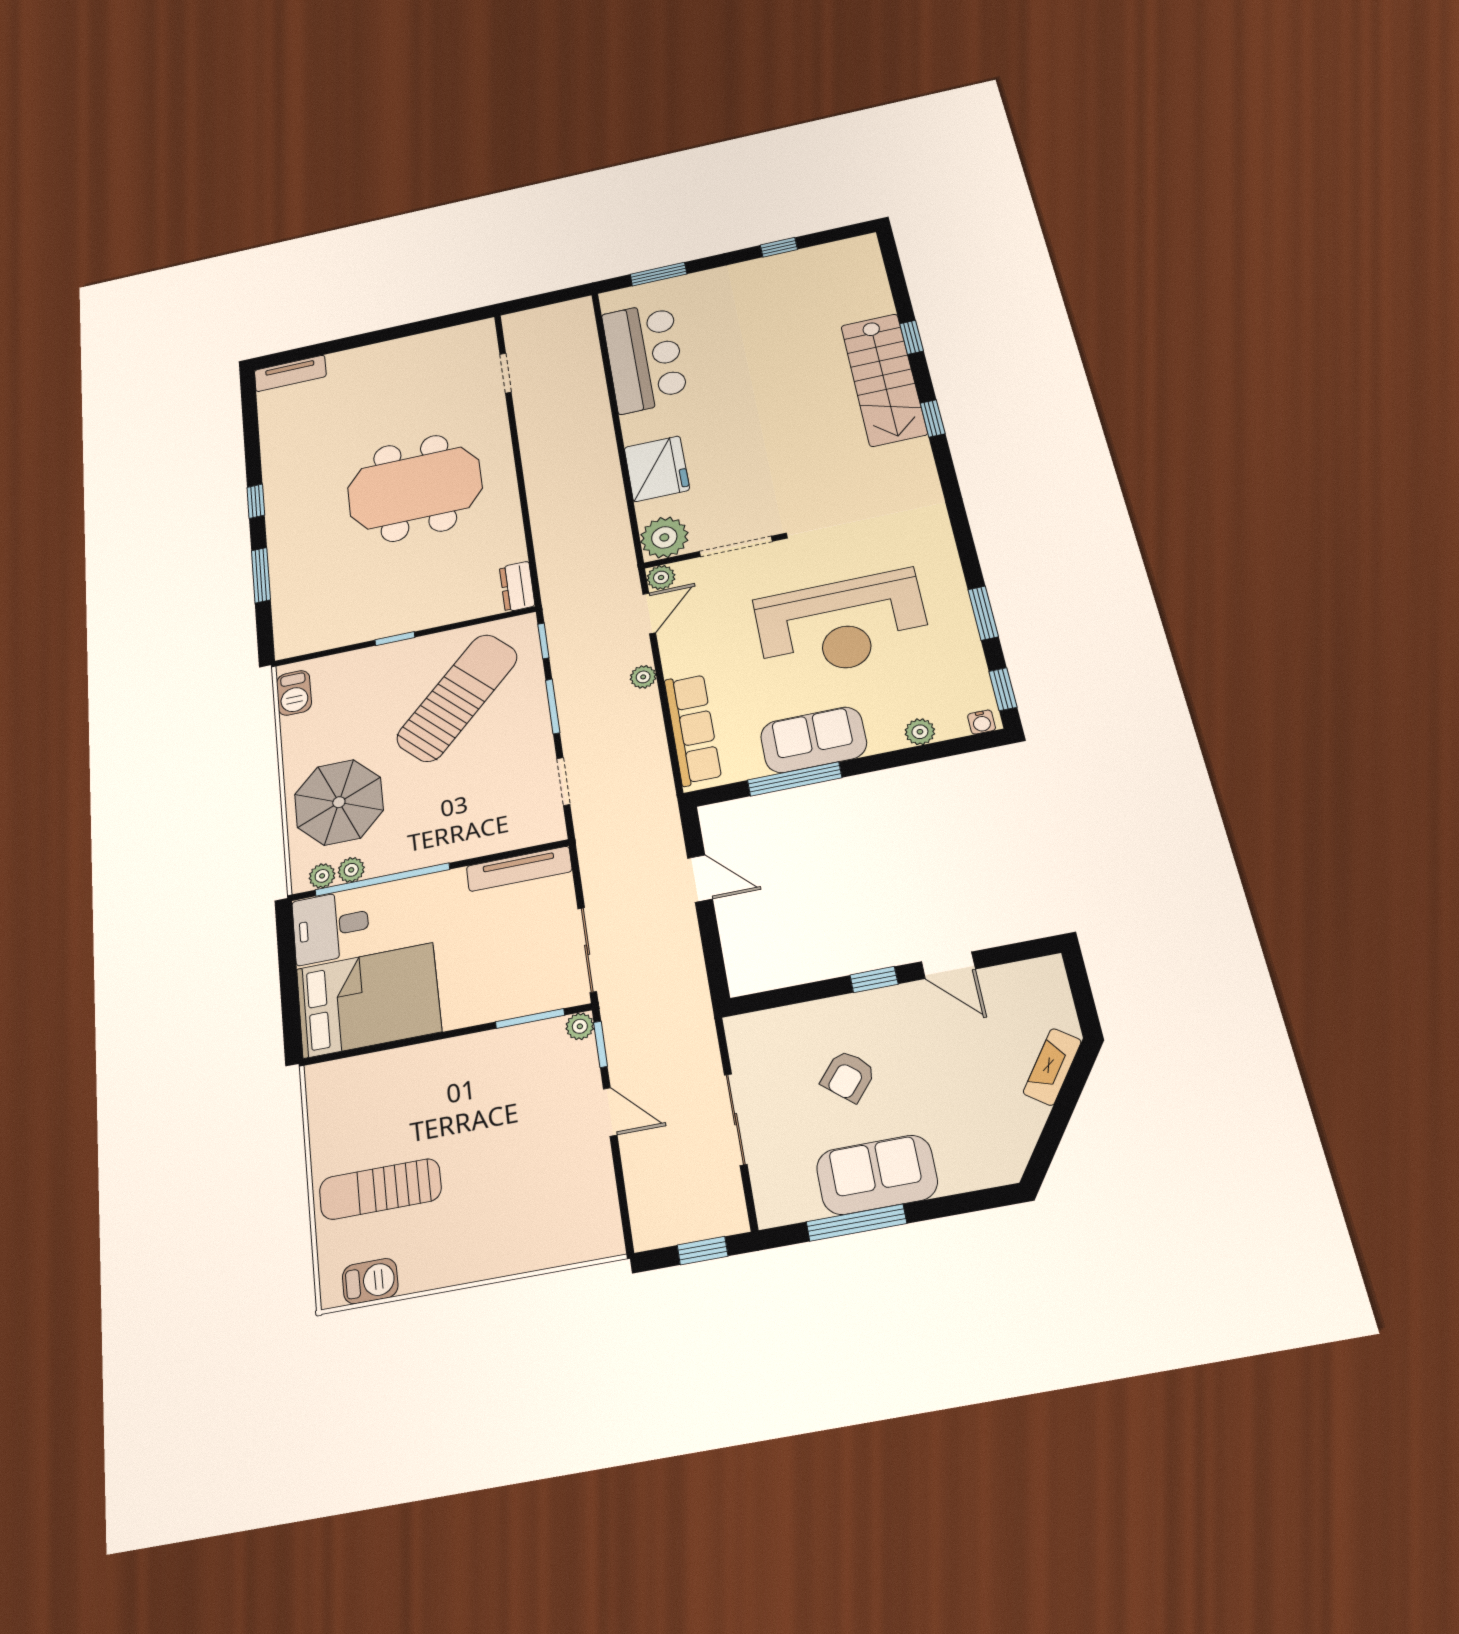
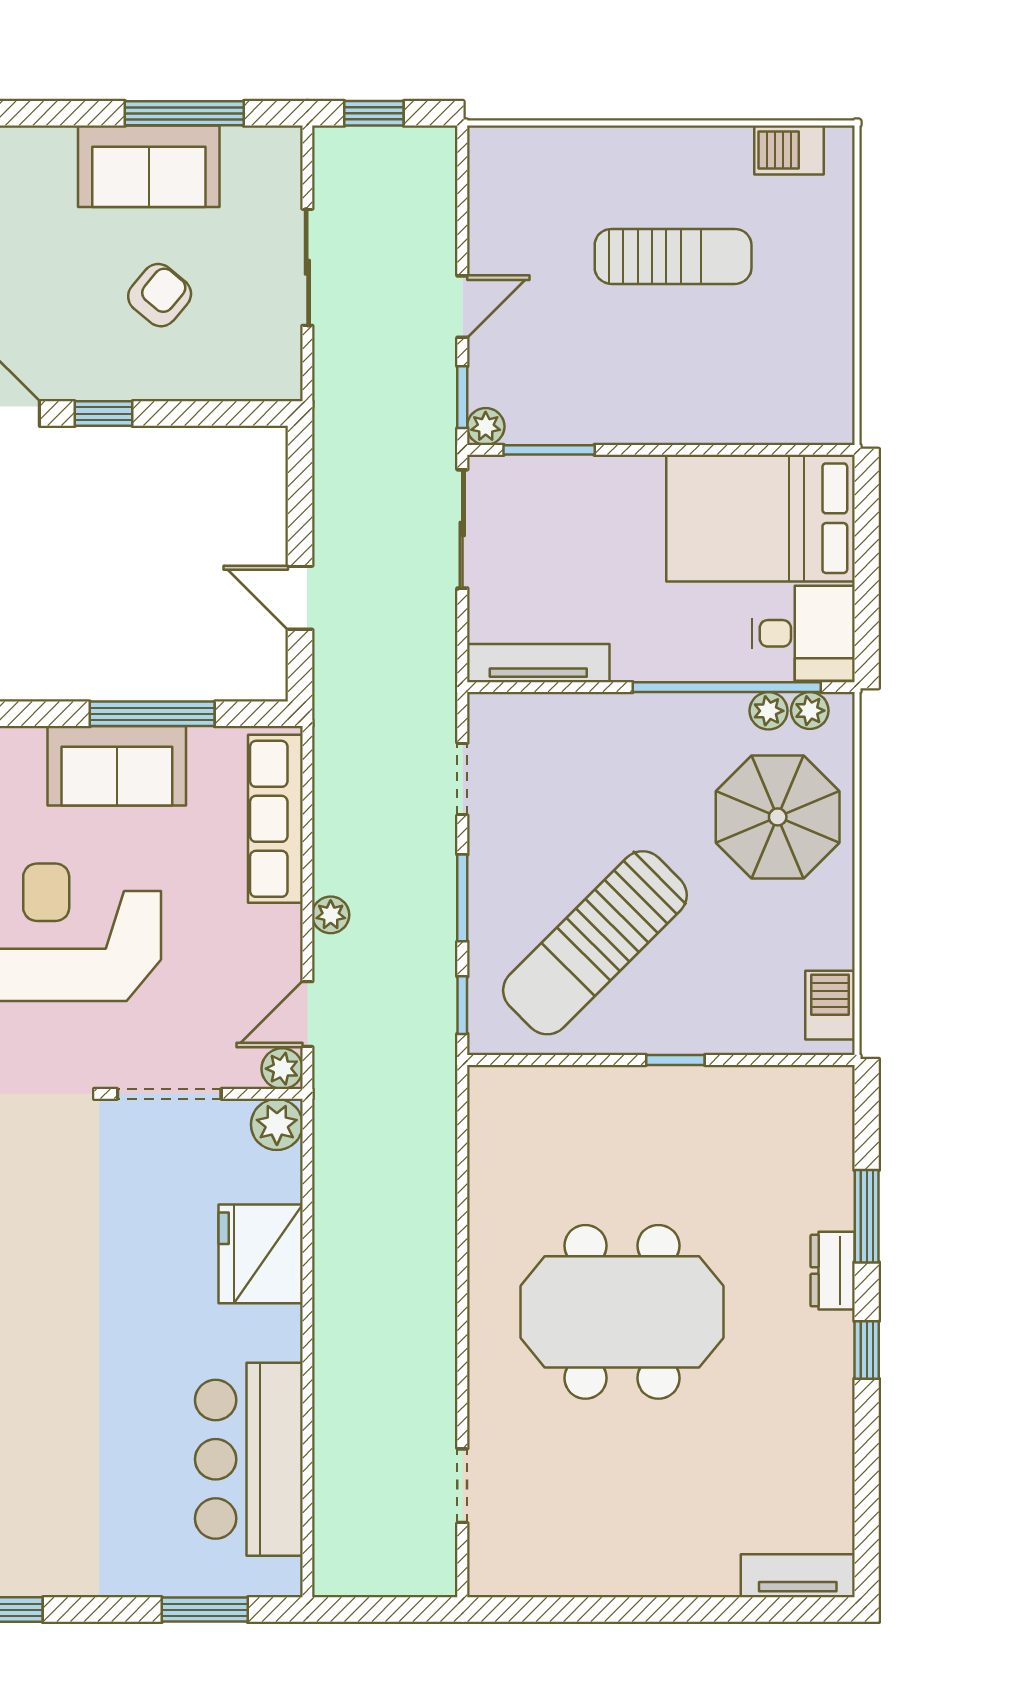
plant: (664, 537) -> (277, 1124), width x0.73, depth x0.73
dresser: (517, 586) -> (833, 1271), moved, turned 180
door: (610, 1112) -> (462, 307), swing flipped
sun lounger: (380, 1189) -> (673, 256), moved

